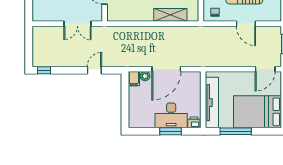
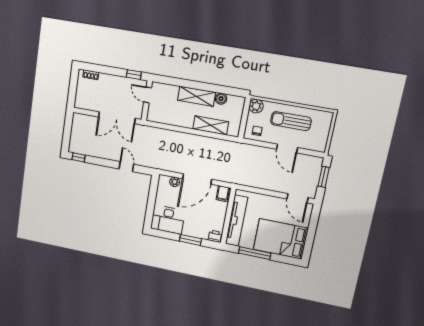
double door: (77, 24) -> (117, 118), width x1.37
door: (265, 69) -> (297, 198), hinge flipped
door: (94, 70) -> (126, 167), hinge flipped
filing cabinet: (134, 79) -> (223, 194), moved
desk: (171, 115) -> (168, 220), moved

